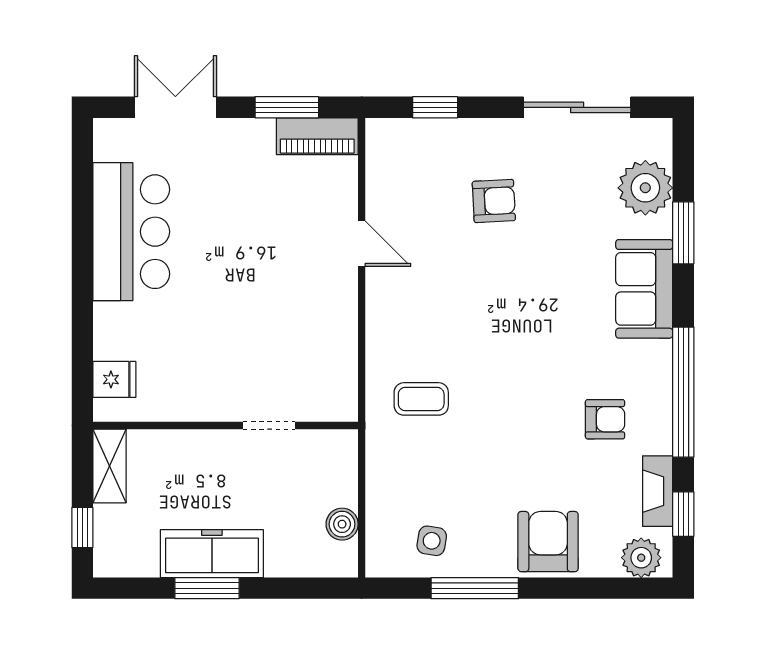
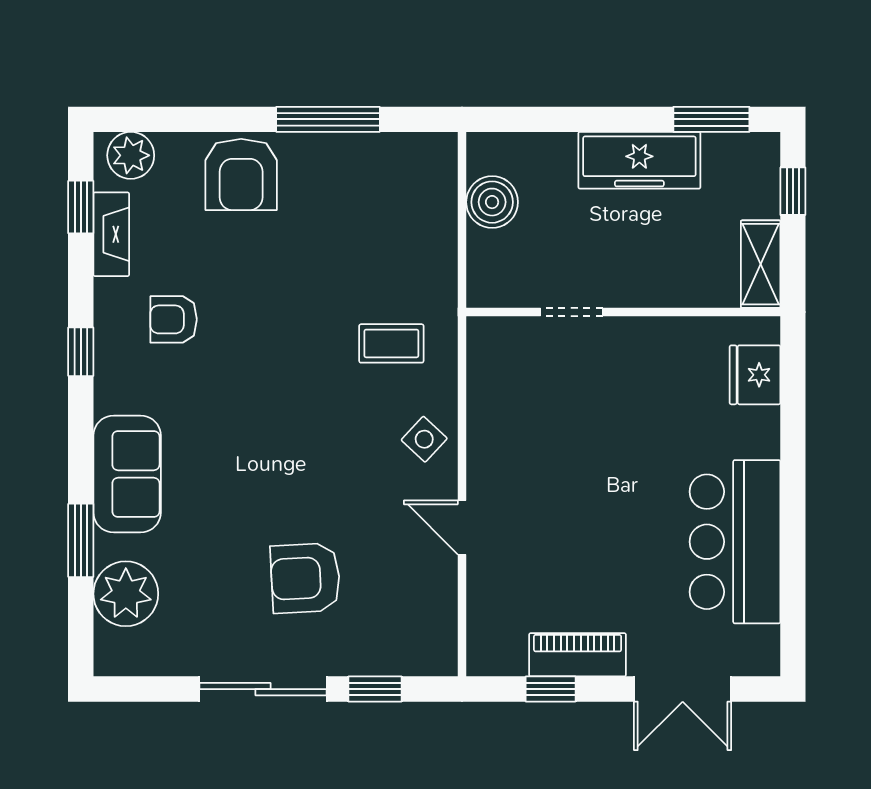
window: (287, 107) -> (551, 689), width x0.67
sliding door: (577, 107) -> (263, 689), moved
piano: (317, 136) -> (578, 655), moved
armchair: (494, 201) -> (305, 578), width x1.38, depth x1.38
fridge: (114, 379) -> (755, 375), width x1.38
window: (683, 392) -> (81, 352), width x0.32
boiler: (342, 524) -> (492, 202), width x1.36, depth x1.36
side table: (432, 541) -> (424, 439), moved, turned 34
window: (207, 588) -> (711, 119), moved

